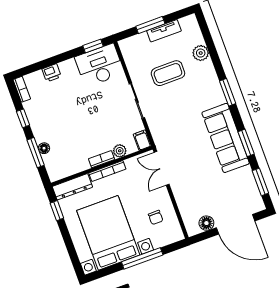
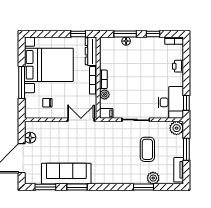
tv unit: (164, 31) -> (179, 170), moved
plant: (129, 47) -> (177, 128), added
window: (228, 92) -> (143, 187), moved
sofa: (226, 138) -> (66, 174), moved

